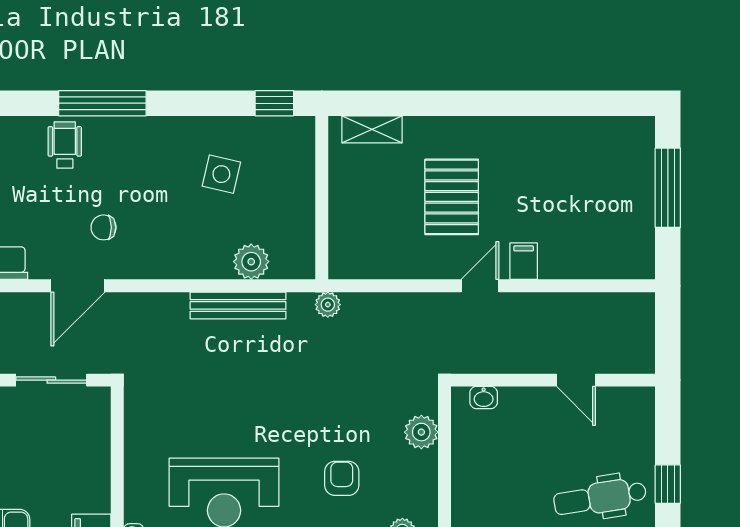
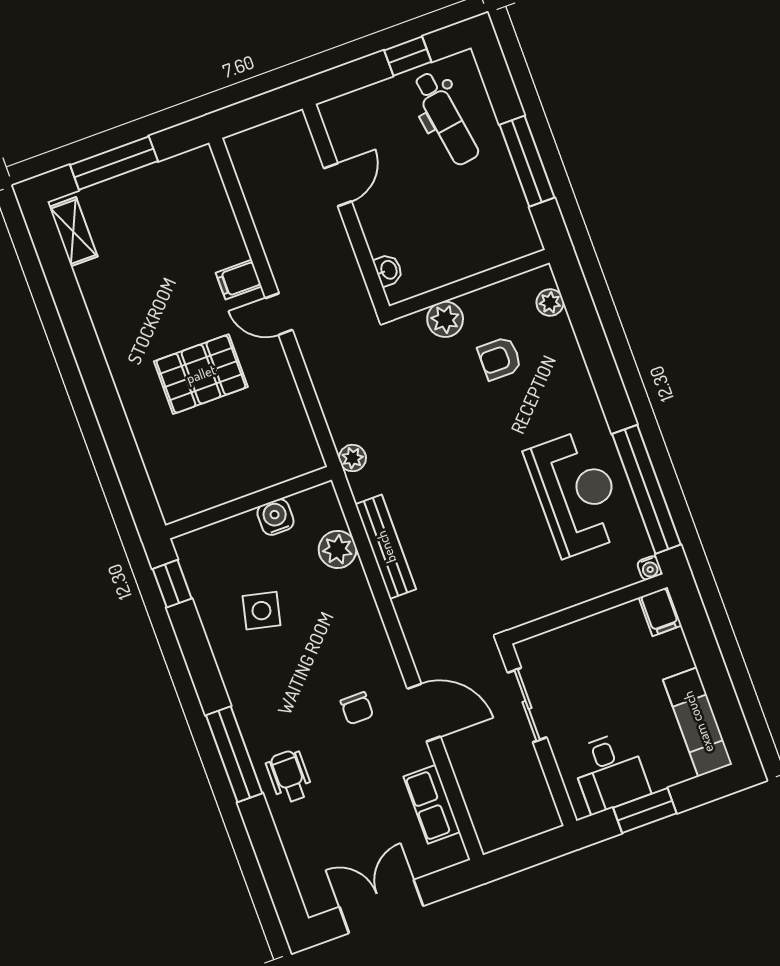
shelving: (372, 129) -> (73, 232), moved
wheelchair: (65, 145) -> (289, 776), turned 90
water cooler: (300, 217) -> (275, 517), added
armchair: (342, 478) -> (500, 358), moved

